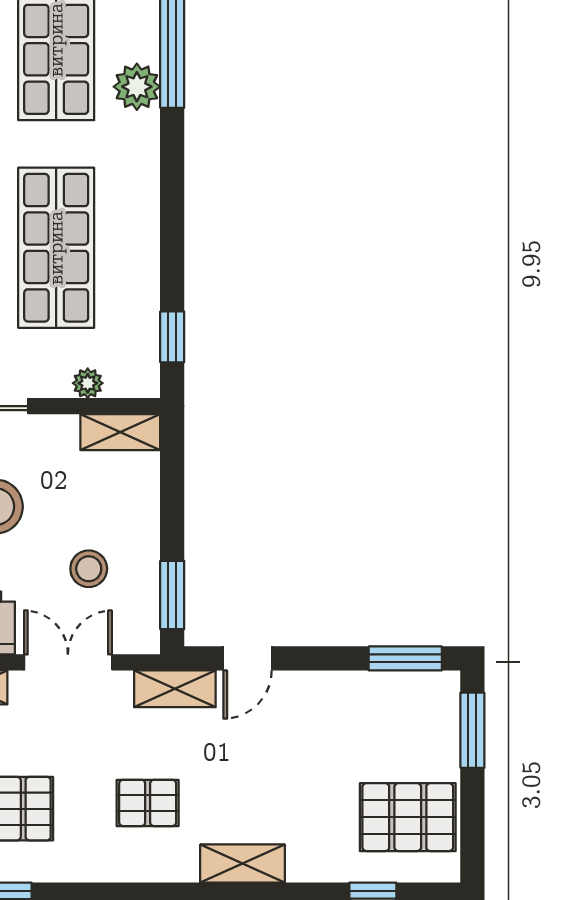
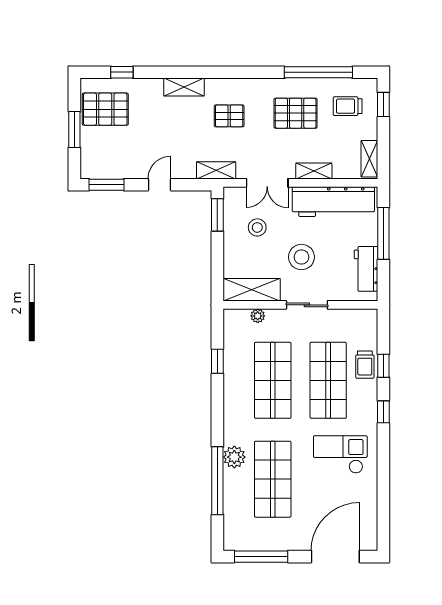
window: (172, 337) -> (217, 361), moved
shelving: (120, 432) -> (252, 290), width x1.50, depth x1.33
door: (248, 658) -> (160, 185), moved
window: (472, 730) -> (74, 130), moved

